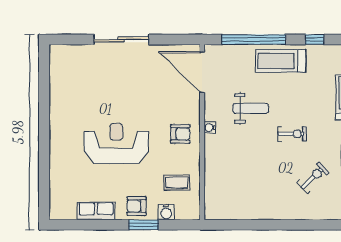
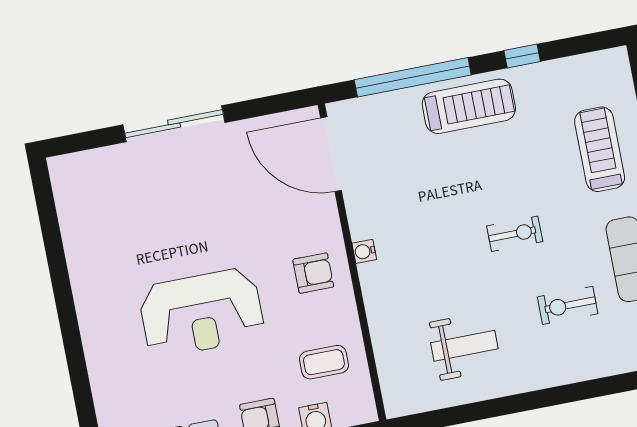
treadmill: (281, 61) -> (469, 106), turned 180
weight bench: (251, 108) -> (464, 346), moved
reception desk: (116, 143) -> (201, 313), turned 180
exercise bike: (313, 178) -> (568, 305), turned -136

